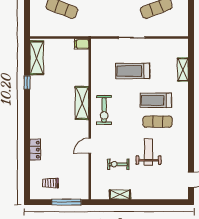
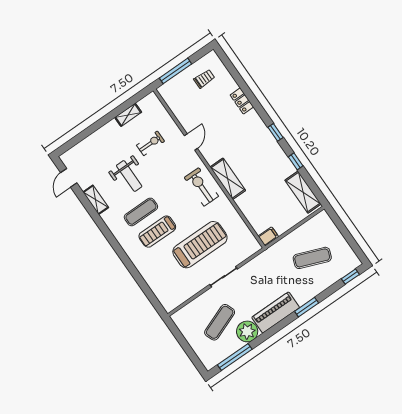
shelving: (183, 70) -> (96, 200), moved
treadmill: (133, 71) -> (200, 245), width x1.37, depth x1.38
treadmill: (156, 100) -> (157, 232), turned 180
window: (27, 112) -> (275, 132), added

